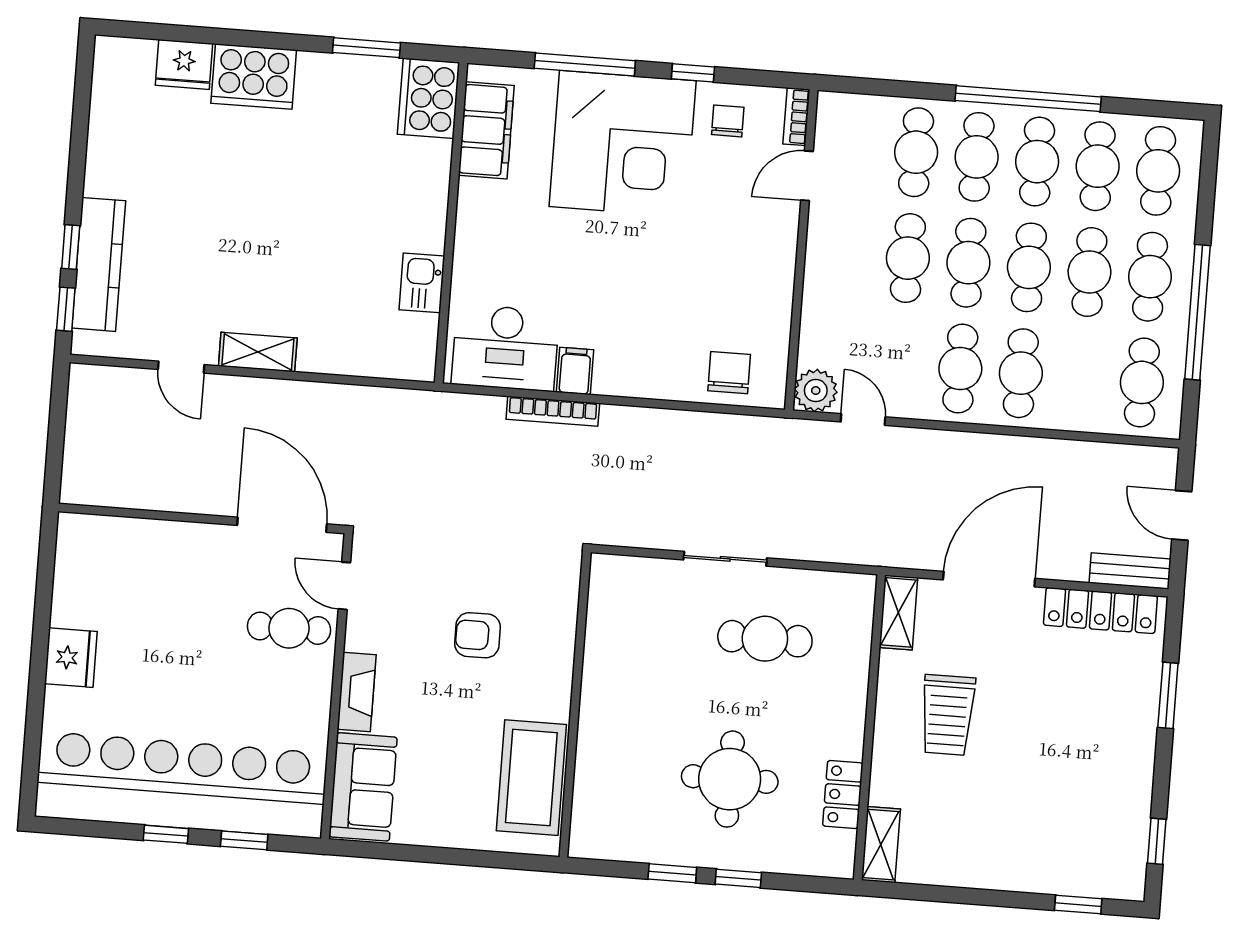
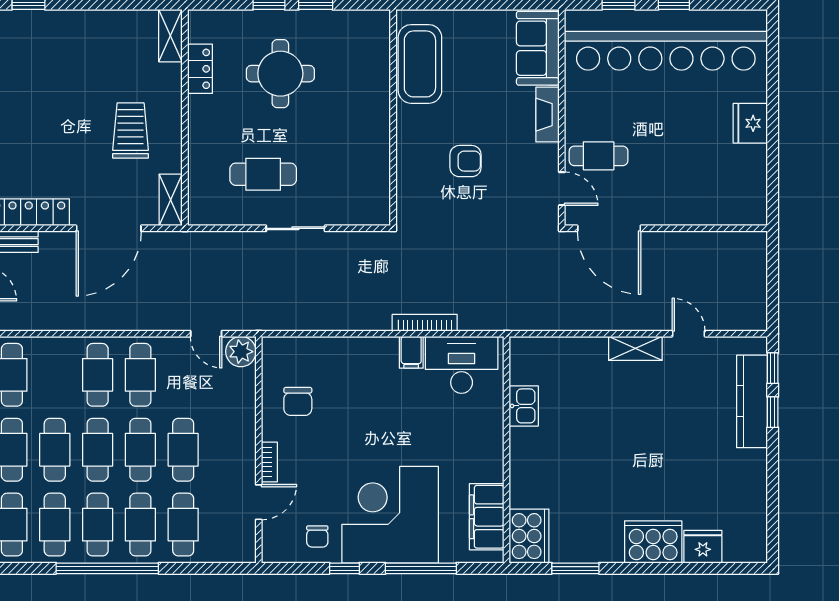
bookcase: (796, 117) -> (269, 462), moved
chair: (729, 373) -> (298, 401), moved

